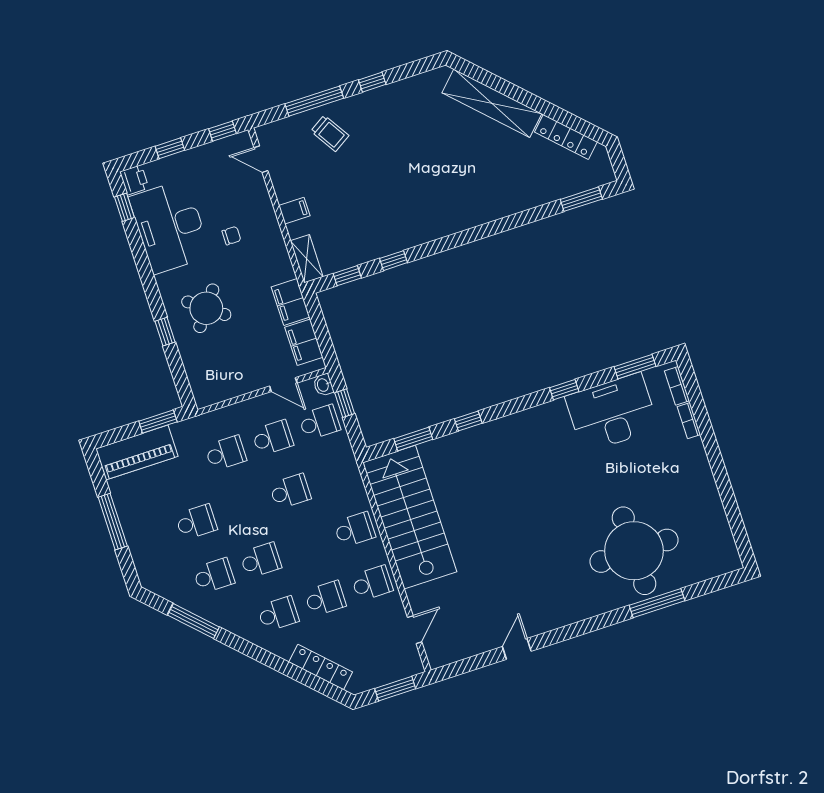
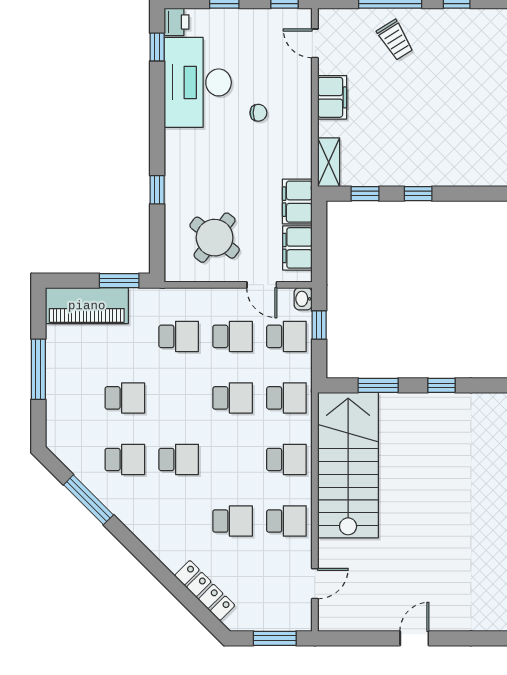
filing cabinet: (294, 211) -> (332, 97), width x2.00
round table: (206, 308) -> (215, 238), moved
school desk: (278, 614) -> (286, 398), moved

